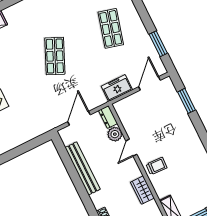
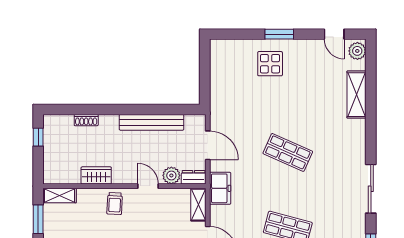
freezer: (117, 88) -> (220, 188), moved
shelving: (127, 103) -> (198, 205), added

